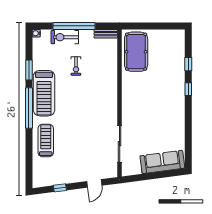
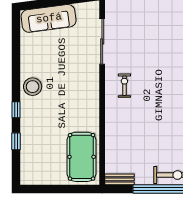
exercise bike: (76, 66) -> (124, 86), moved
stool: (175, 108) -> (33, 87), added

